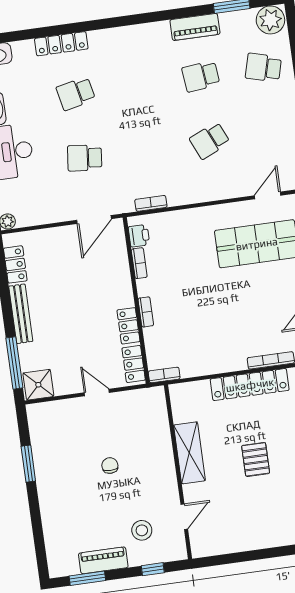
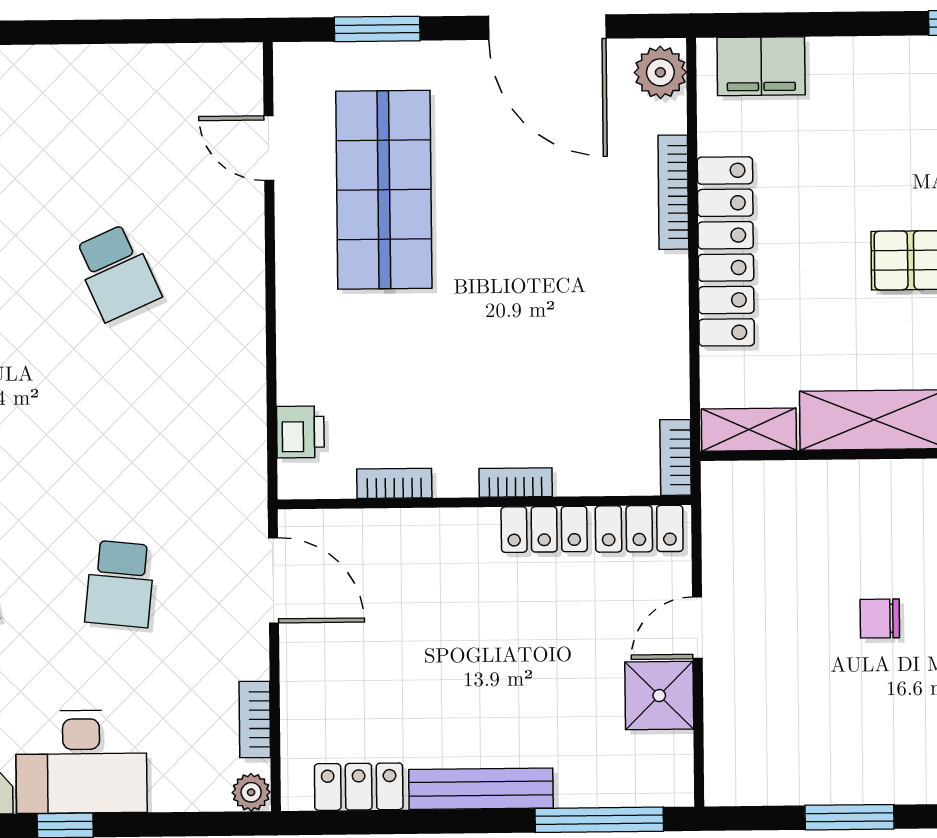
bookcase: (151, 203) -> (255, 720), moved
printer: (139, 236) -> (300, 432), moved, turned 90
shower: (38, 385) -> (659, 696), moved
shelving: (179, 403) -> (749, 430), added

